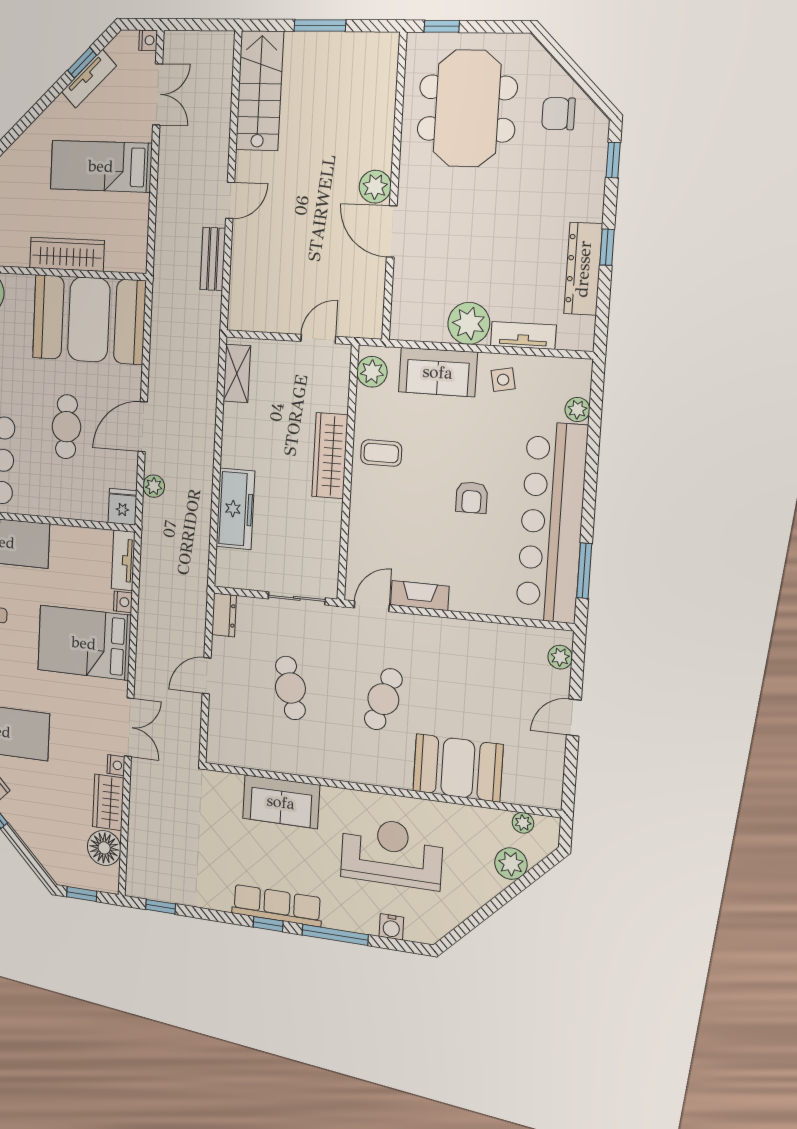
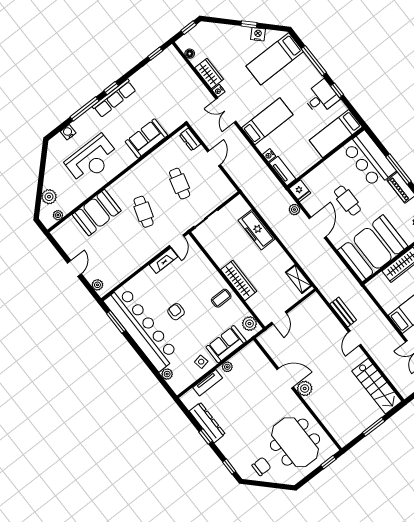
plant: (469, 323) -> (227, 367), width x0.53, depth x0.53
dresser: (224, 615) -> (190, 139), moved
bed: (84, 643) -> (267, 121), width x0.67
cafe table: (290, 688) -> (180, 184), turned 30
floor lamp: (104, 848) -> (190, 54), width x0.53, depth x0.53

